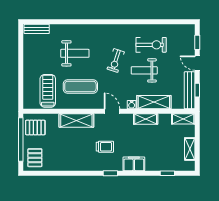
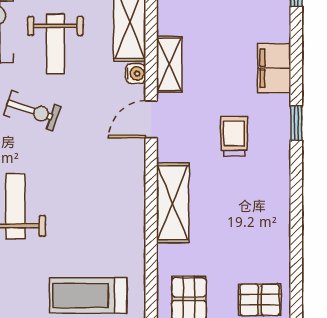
exercise mat: (80, 87) -> (93, 193), removed
treadmill: (48, 91) -> (88, 295), moved
shelving: (146, 119) -> (169, 64), moved

